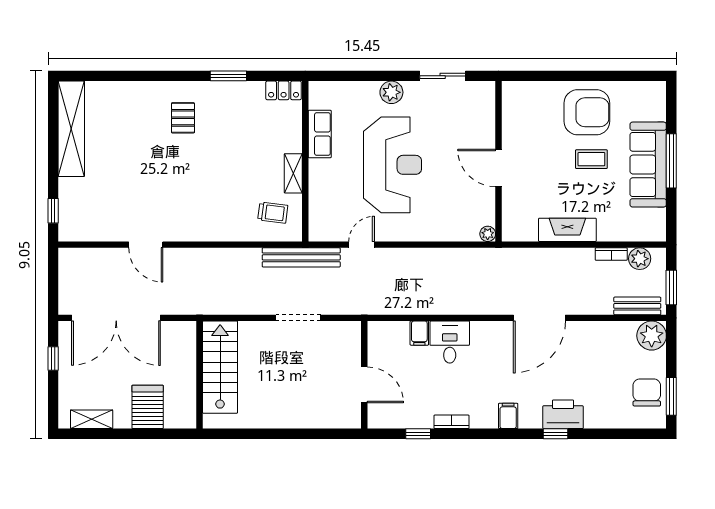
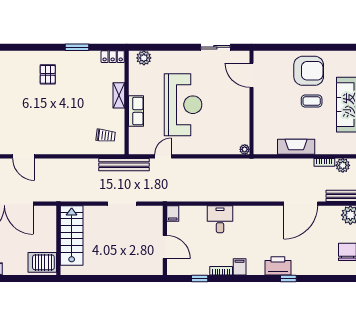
plant: (391, 92) -> (144, 58), moved
row of seats: (320, 134) -> (136, 111), moved
door: (498, 168) -> (252, 75), moved
shelving: (293, 173) -> (119, 95), moved
door: (539, 318) -> (301, 204), moved
filing cabinet: (419, 333) -> (173, 213), moved
server rack: (148, 407) -> (42, 262), moved, turned -90
printer: (563, 414) -> (278, 266), moved
filing cabinet: (508, 416) -> (240, 267), moved

